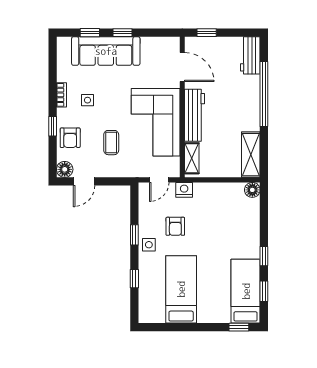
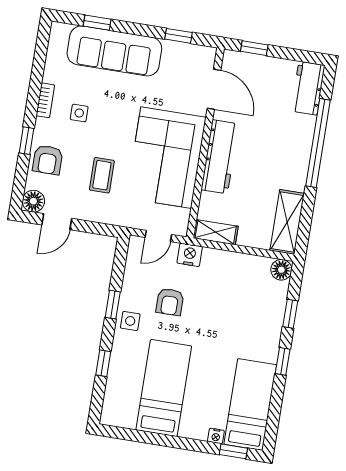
window: (123, 33) -> (179, 36), moved
shelving: (192, 158) -> (216, 232), moved, turned 90
window: (264, 291) -> (290, 314), moved
nightstand: (224, 318) -> (216, 436), added

